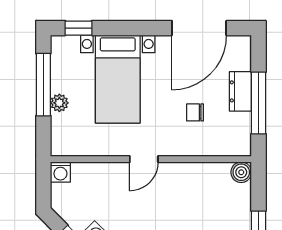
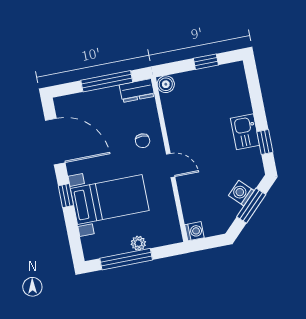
window: (79, 28) -> (66, 196), moved
dresser: (240, 91) -> (137, 91), moved
chair: (195, 112) -> (143, 141), moved

